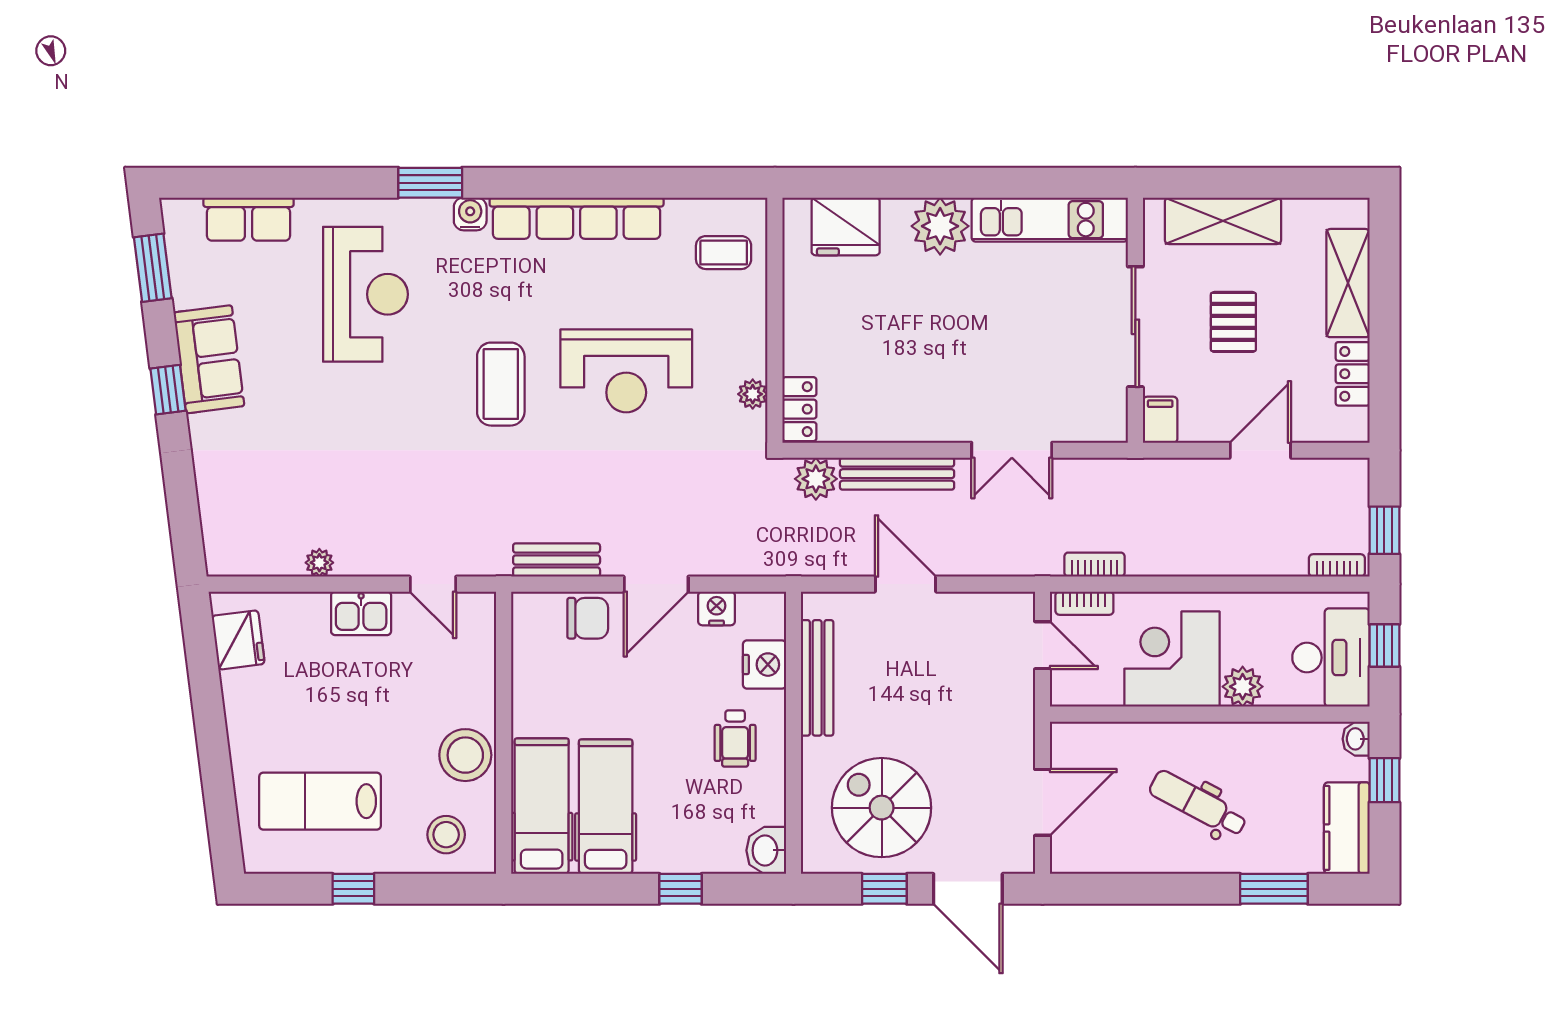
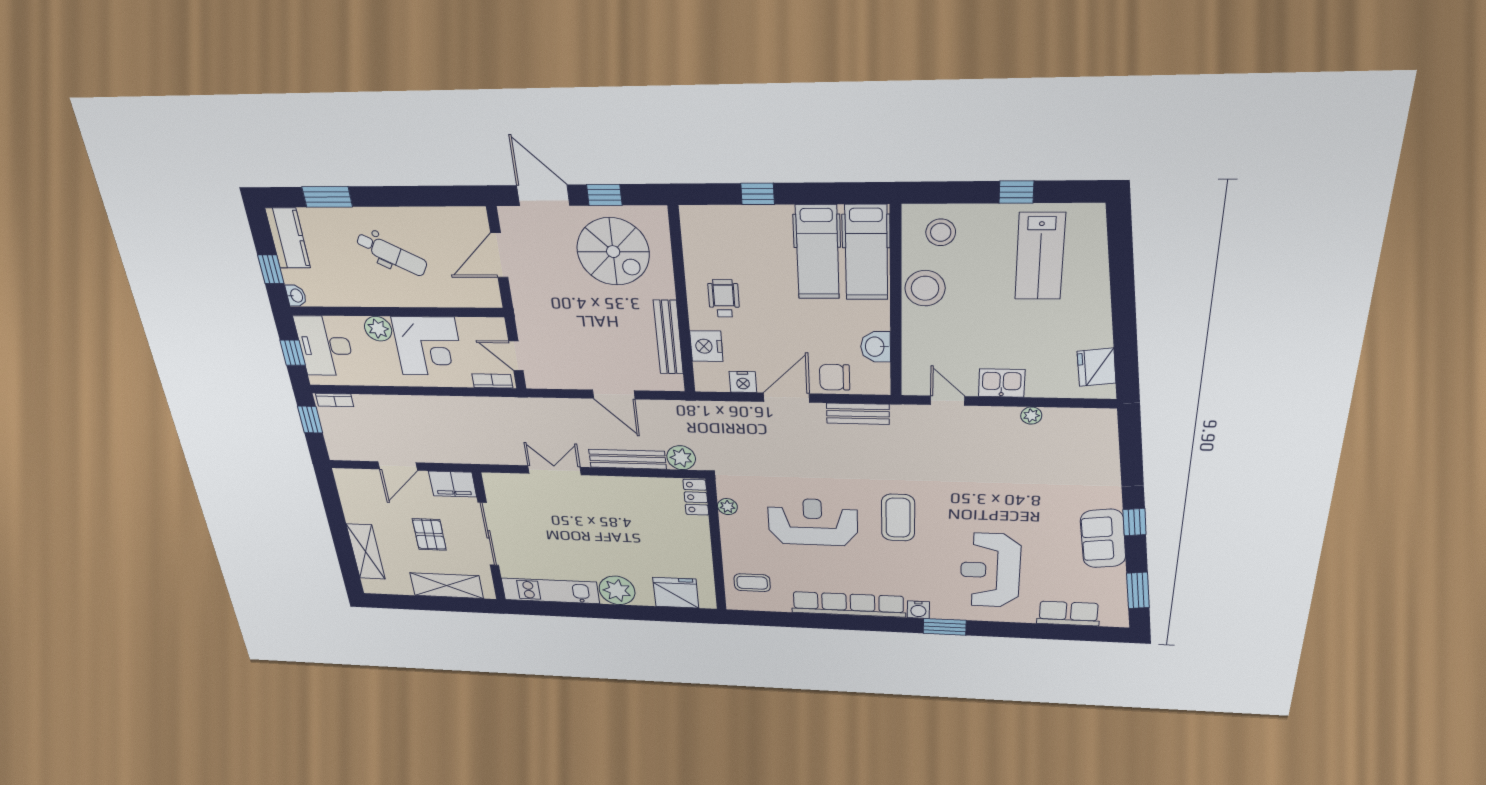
locker: (1353, 374) -> (351, 505), removed
filing cabinet: (1160, 420) -> (453, 484), width x2.00
bookcase: (1094, 565) -> (490, 404), removed
lab bench: (320, 801) -> (1040, 256), turned 90
washbasin: (766, 850) -> (876, 347), moved, turned 180

